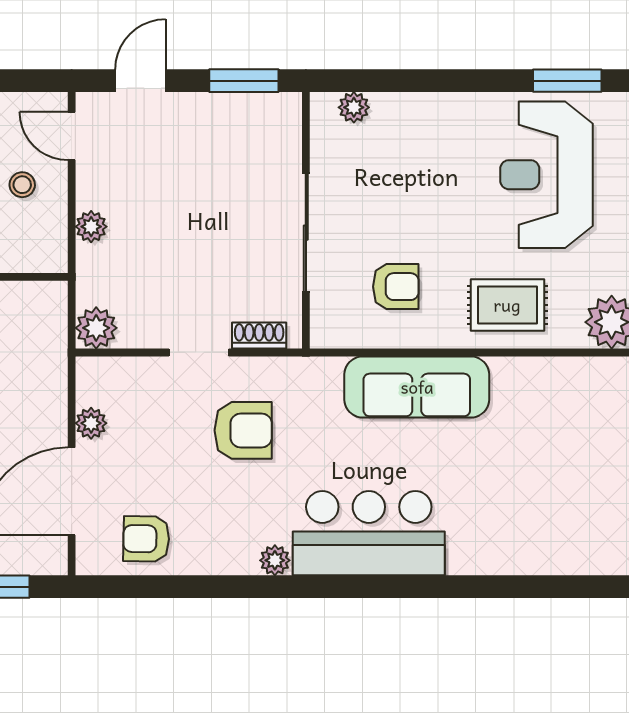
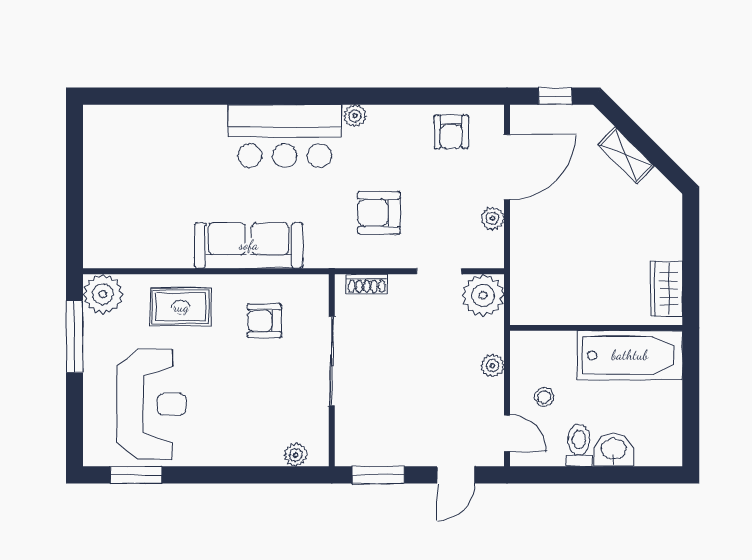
plant: (96, 328) -> (483, 295), width x1.36, depth x1.36
doorway: (199, 352) -> (439, 271), moved
armchair: (146, 539) -> (451, 132), turned 89

